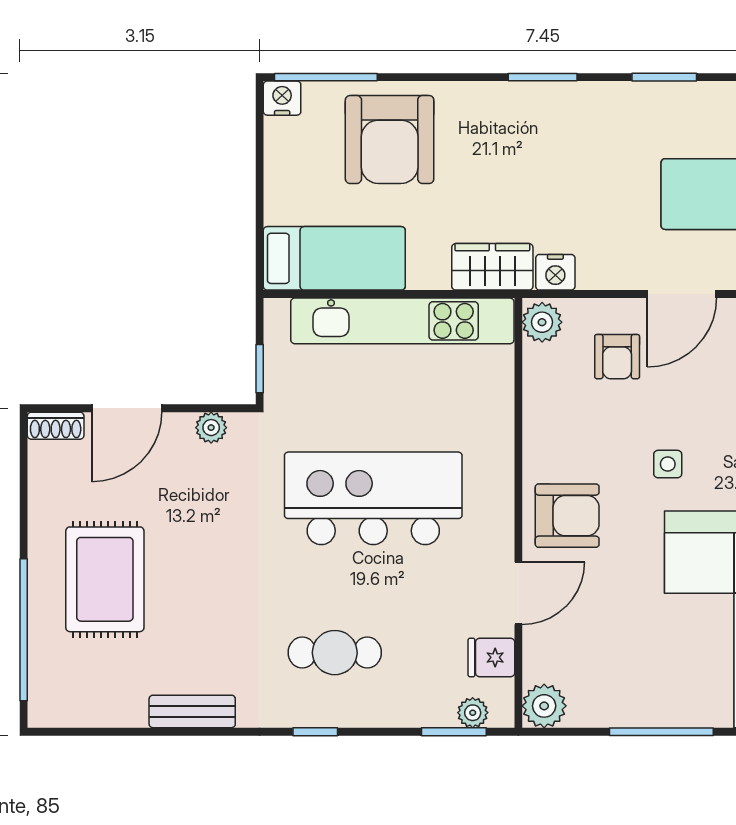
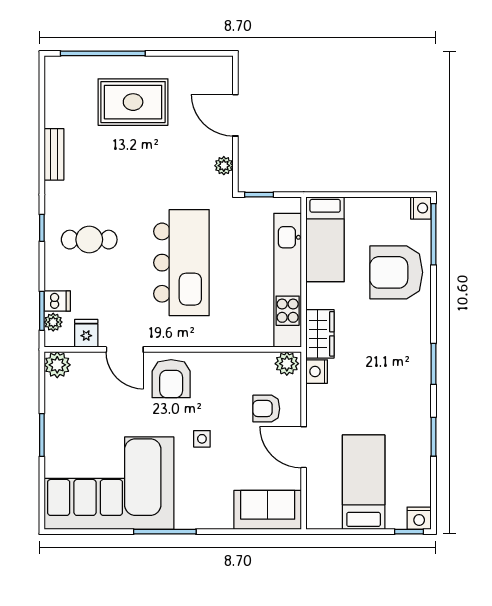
shoe rack: (56, 426) -> (225, 73), removed
cafe table: (335, 653) -> (89, 240), turned 90
dishwasher: (438, 706) -> (57, 301), added
window: (661, 732) -> (42, 435), width x0.69

